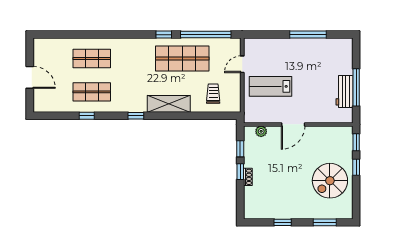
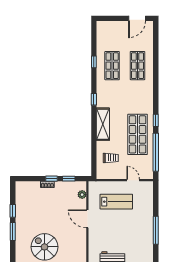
door: (30, 77) -> (137, 18), moved
lab bench: (270, 86) -> (116, 202), turned 90
window: (325, 222) -> (13, 231), moved

